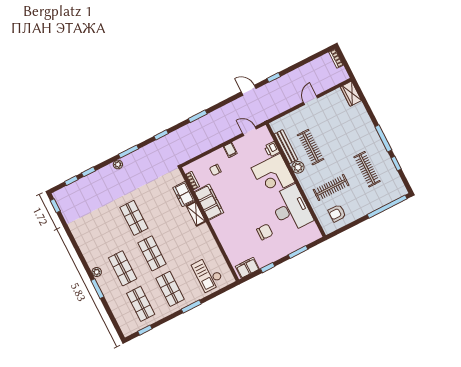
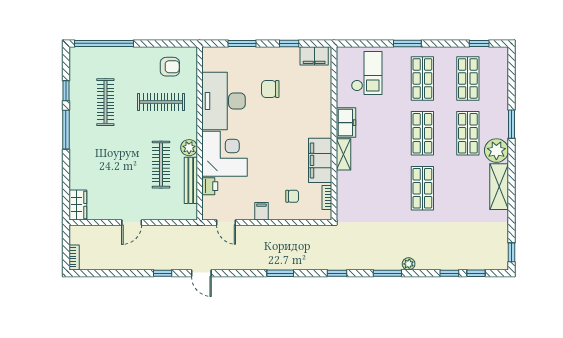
freezer: (184, 194) -> (346, 123), moved
shelving: (85, 244) -> (499, 187), added
plant: (97, 272) -> (496, 151), width x1.88, depth x1.88

